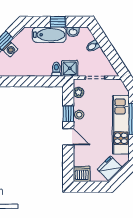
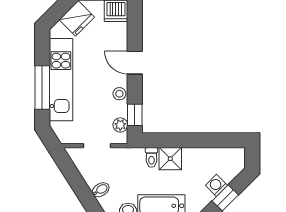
shower: (70, 68) -> (170, 159), moved
window: (68, 114) -> (135, 115), moved

